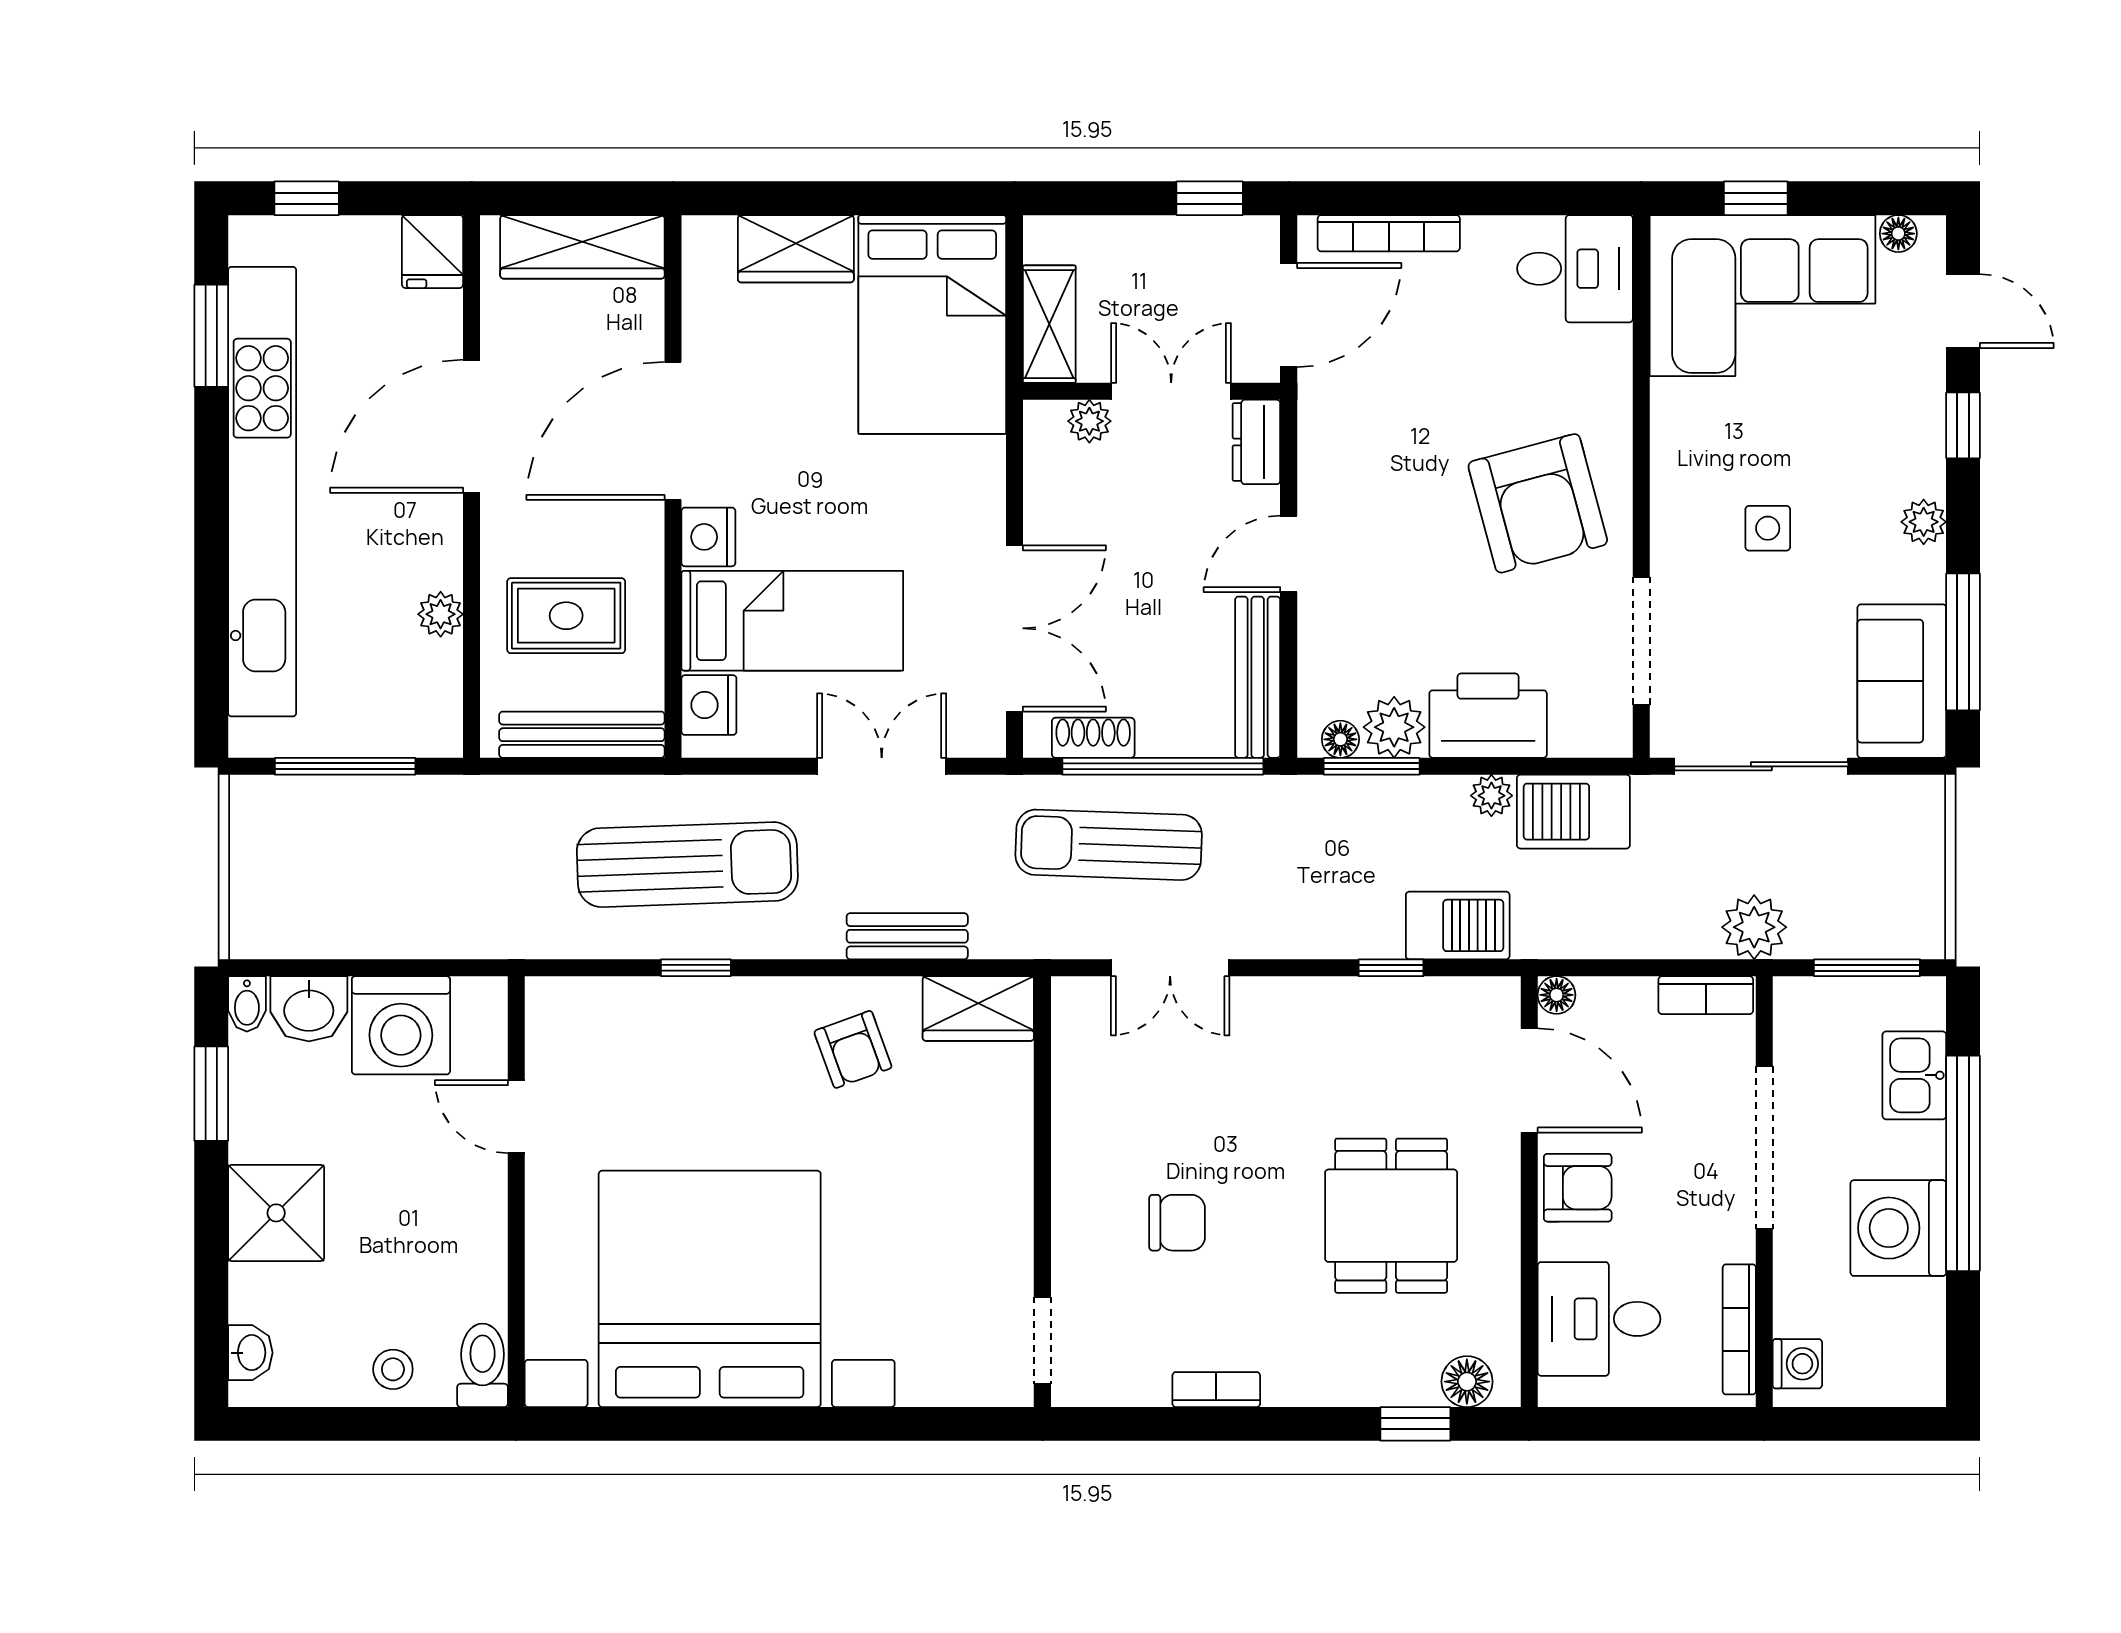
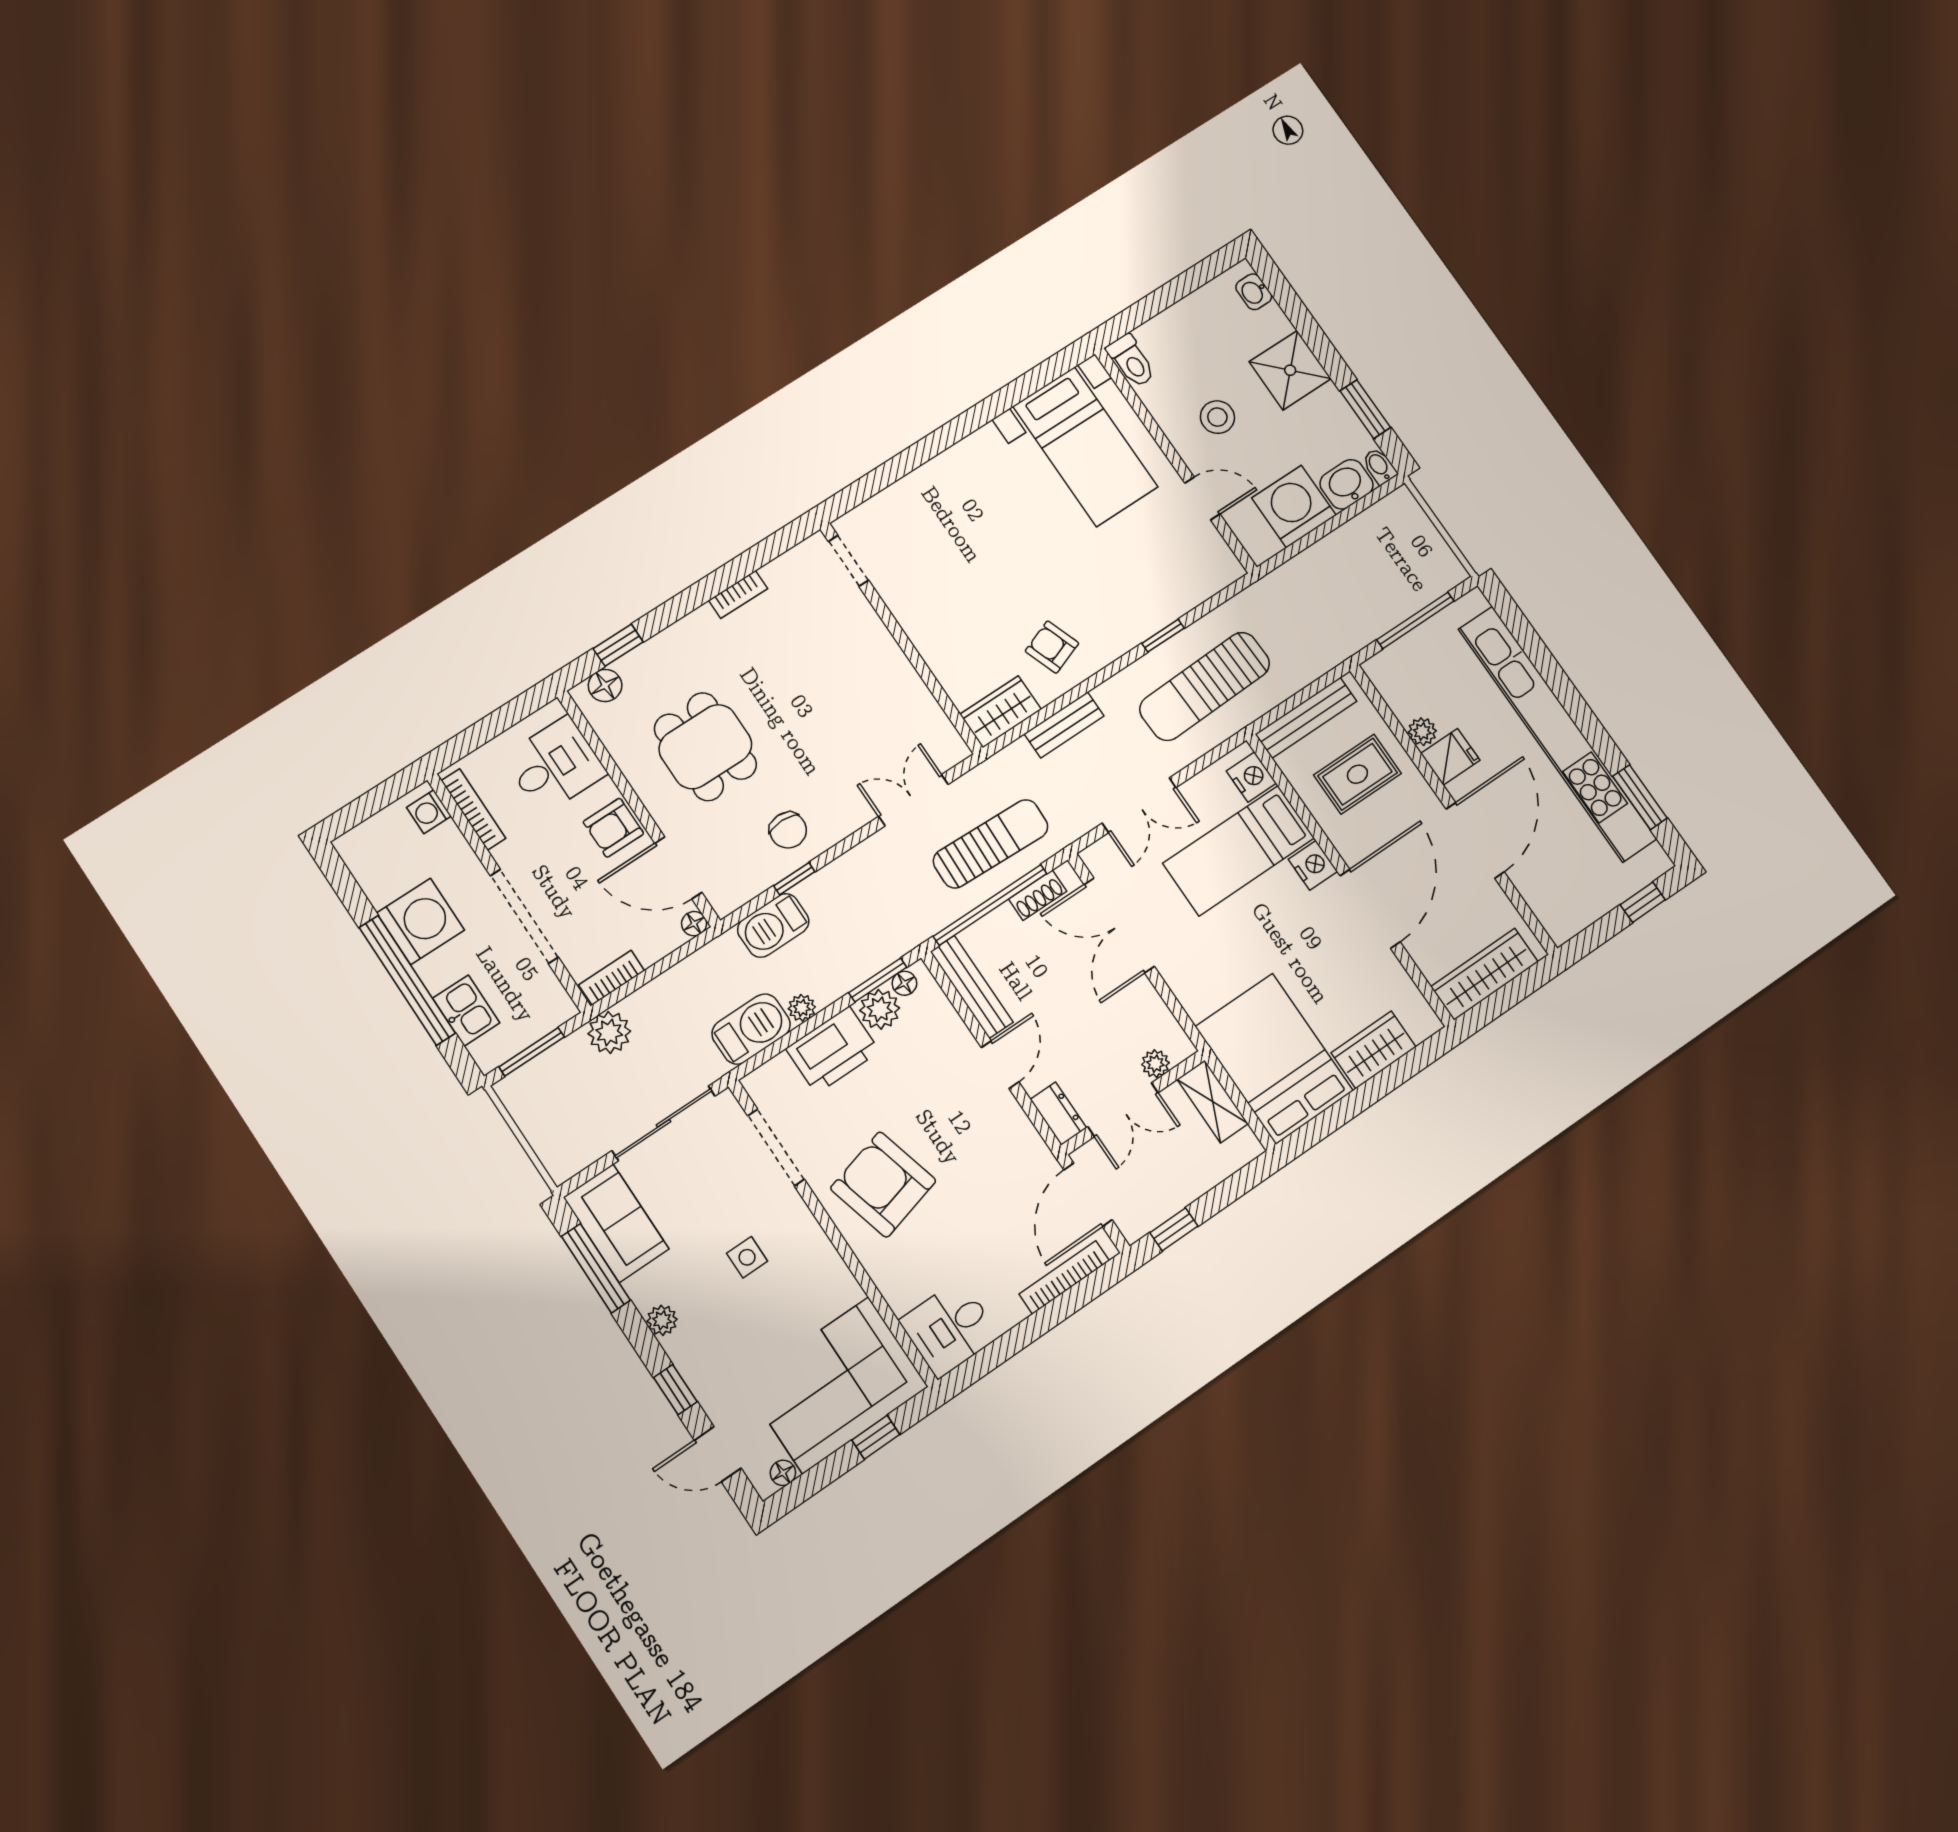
fridge: (433, 252) -> (1450, 757), moved, turned 90
chair: (1177, 1223) -> (788, 830), moved, turned -90
bed with nightstands: (710, 1289) -> (1085, 447), width x0.54
stool: (393, 1369) -> (1217, 417), moved, width x1.37, depth x1.37

